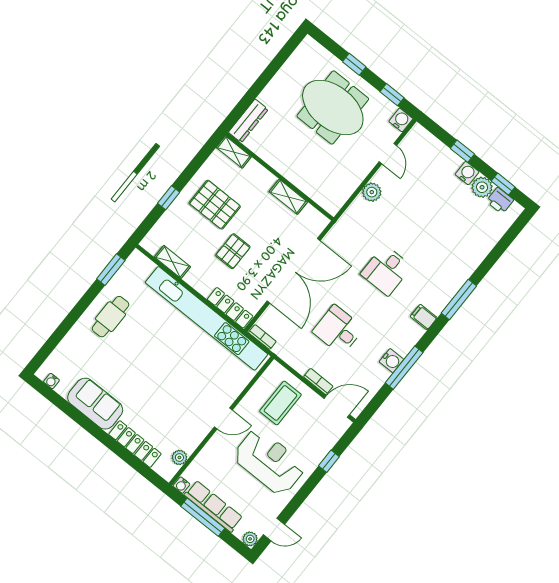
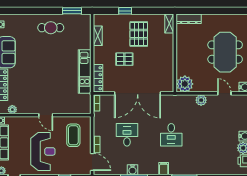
door: (388, 154) -> (224, 93), swing flipped
shelving: (288, 197) -> (169, 64), removed
plant: (332, 197) -> (185, 84), added
desk: (386, 270) -> (171, 135), turned -90
kitchen unit: (206, 318) -> (85, 71), width x0.54
coffee table: (280, 403) -> (73, 135), turned 90

